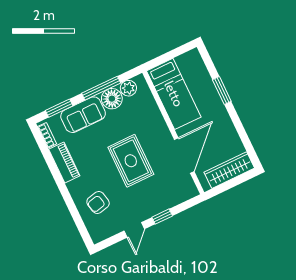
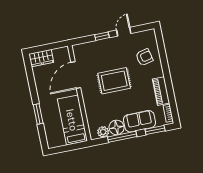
rug: (131, 161) -> (114, 81), turned 90
wardrobe: (229, 170) -> (41, 58), width x0.67

